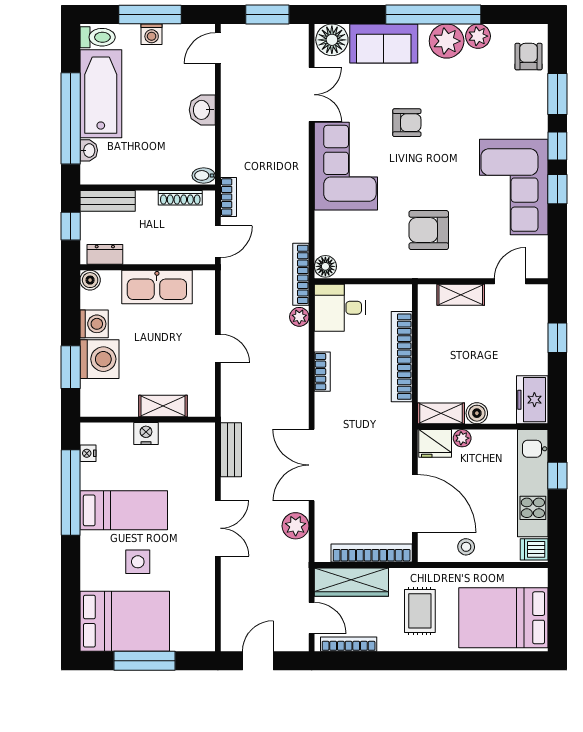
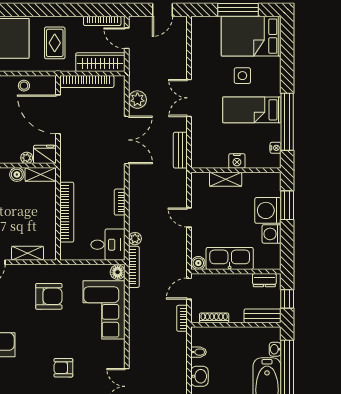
corner sofa: (346, 166) -> (104, 310), moved
bidet: (204, 175) -> (199, 352), moved
boiler: (90, 280) -> (198, 263), moved

